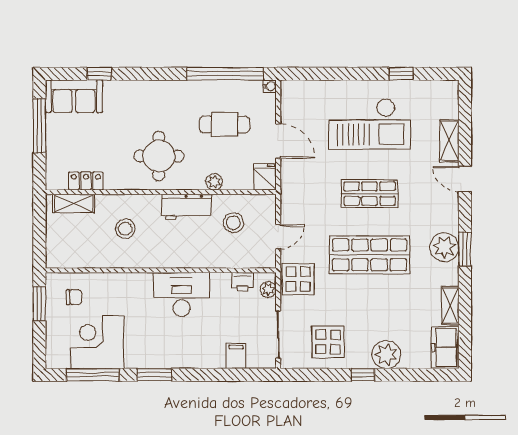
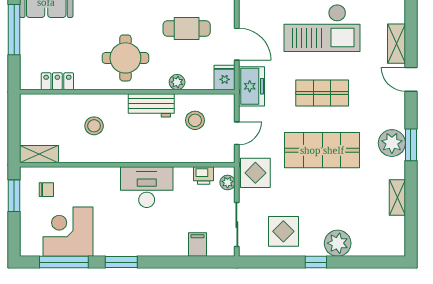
shelving: (74, 203) -> (39, 154), moved
freezer: (445, 347) -> (252, 86), moved, turned 180

